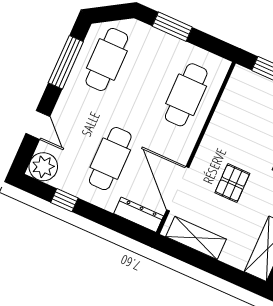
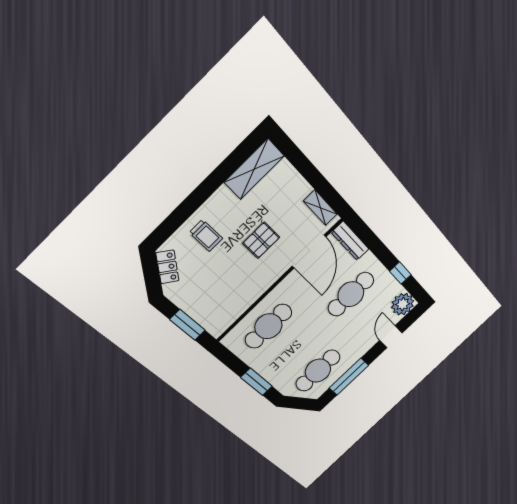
shelving: (196, 238) -> (320, 208), width x0.67, depth x0.75

